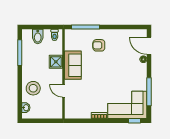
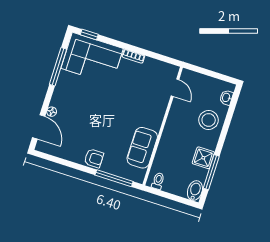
bidet: (38, 36) -> (195, 191), moved
armchair: (99, 45) -> (94, 158), moved
shower: (56, 62) -> (203, 158), moved
sofa: (73, 65) -> (142, 148), moved
door: (64, 91) -> (175, 88), moved

